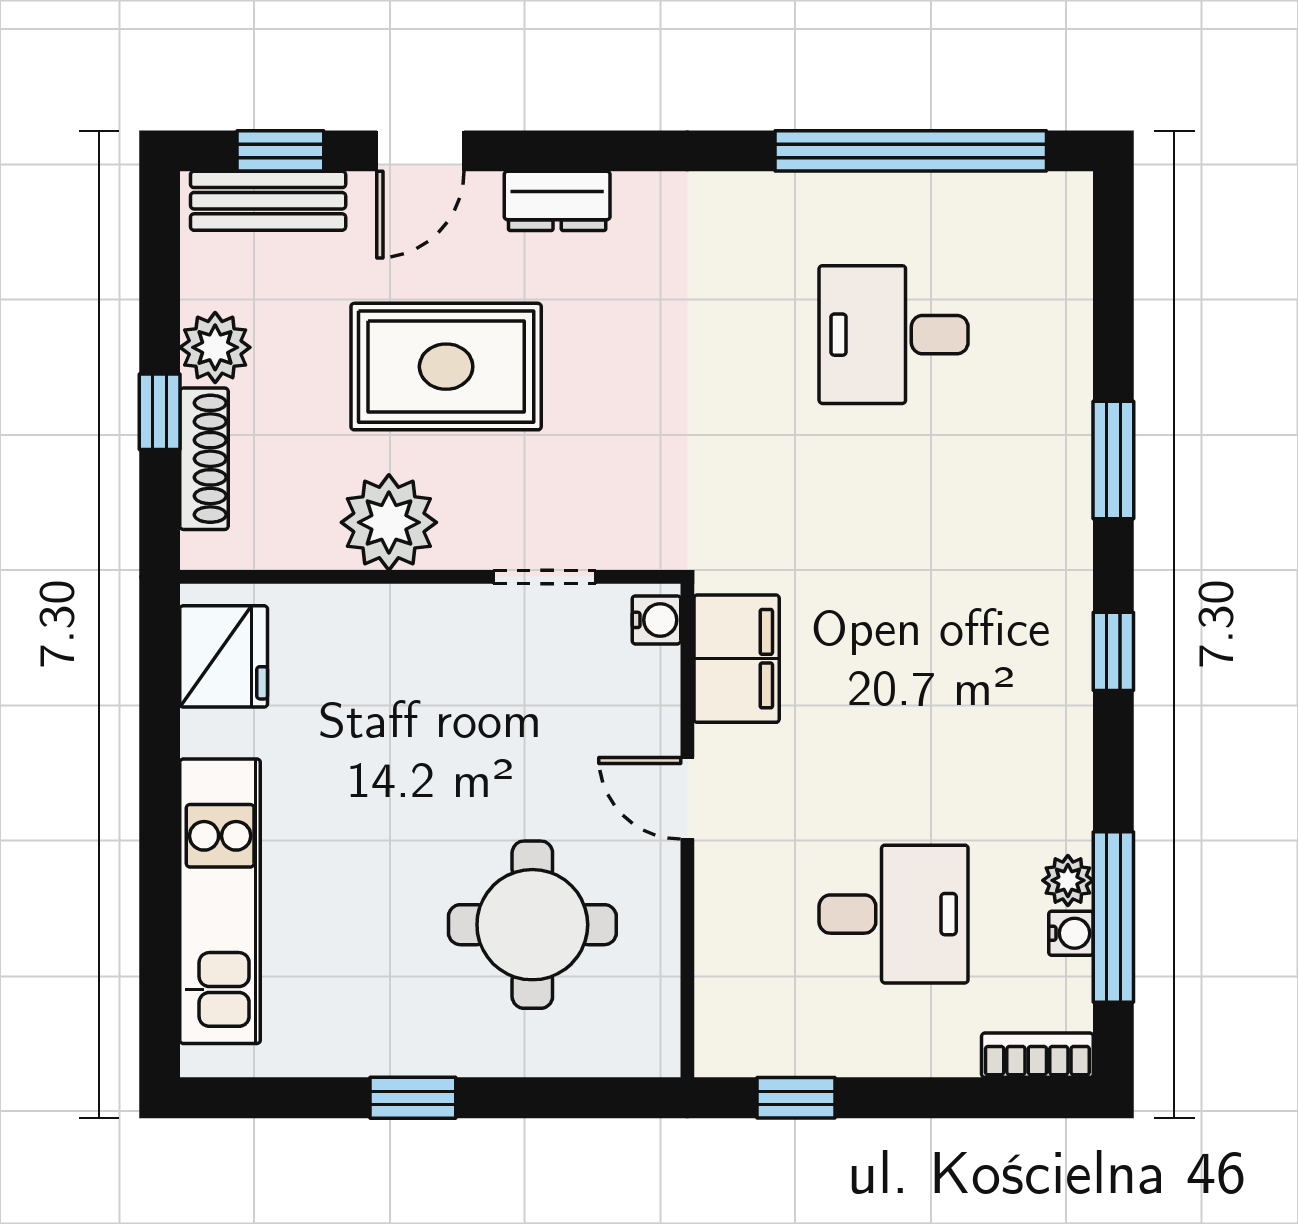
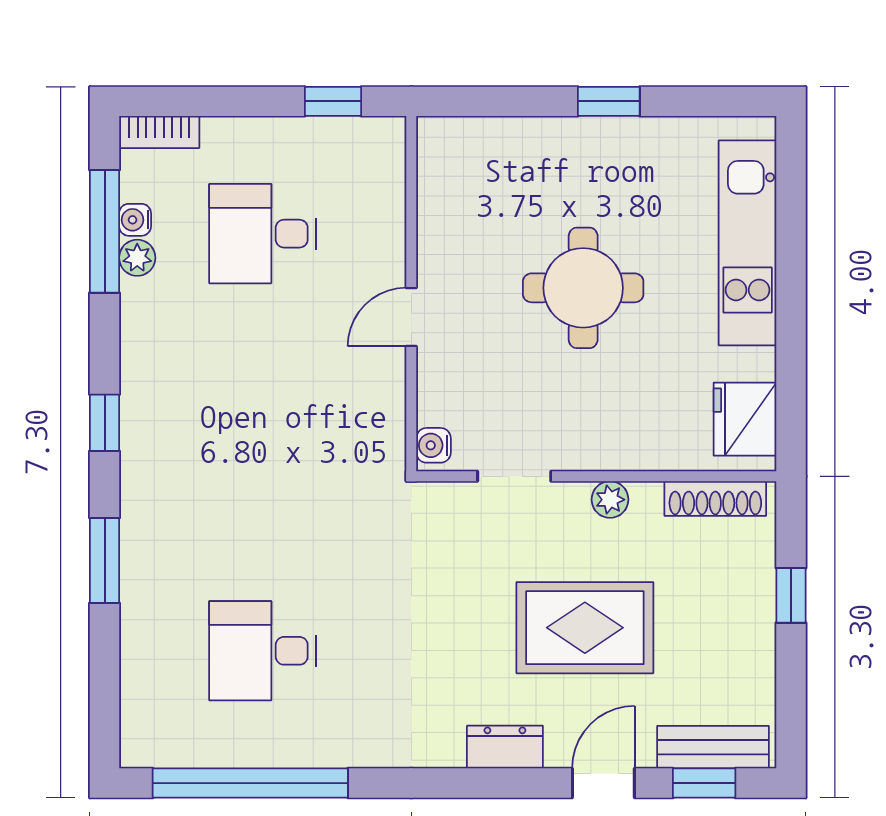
desk: (894, 335) -> (263, 651), turned 180
plant: (215, 347) -> (751, 642), removed
shoe rack: (204, 459) -> (715, 498), moved, turned -90
plant: (389, 522) -> (610, 500), width x0.53, depth x0.53
filing cabinet: (737, 659) -> (376, 417), removed
door: (687, 798) -> (411, 317), swing flipped
round table: (532, 925) -> (583, 288), moved

